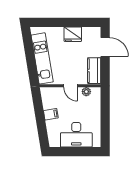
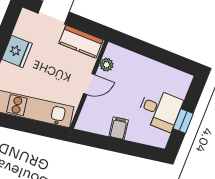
desk: (76, 135) -> (160, 110), width x0.73
window: (71, 152) -> (183, 121), added

